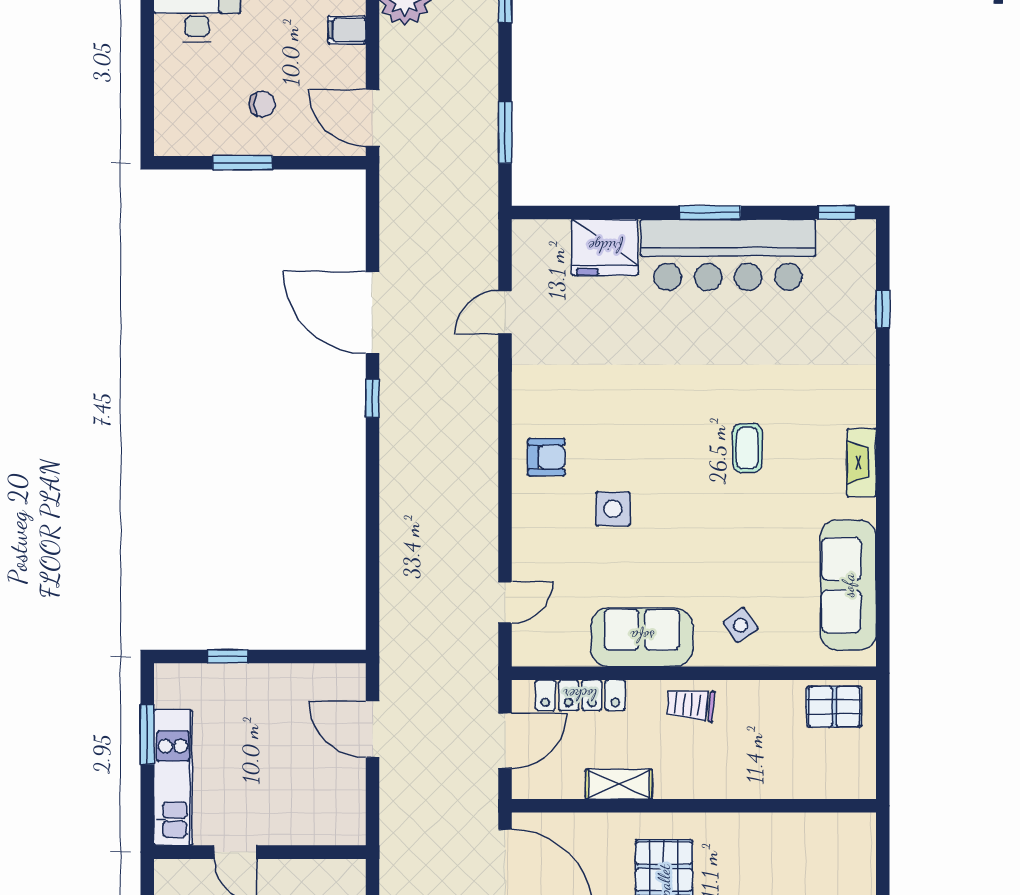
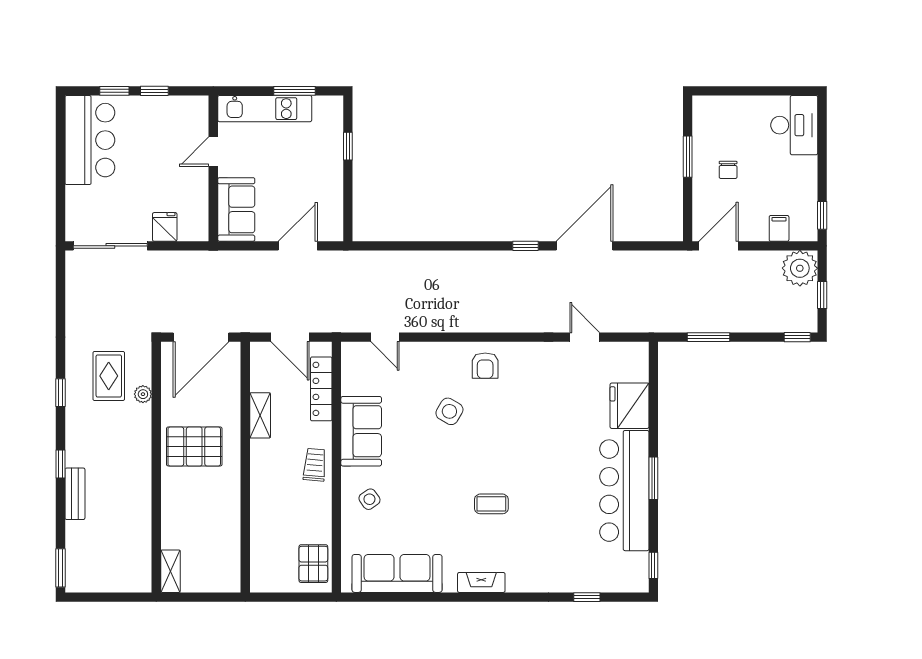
side table: (613, 509) -> (449, 411), turned 30
sofa: (319, 819) -> (236, 209), added

